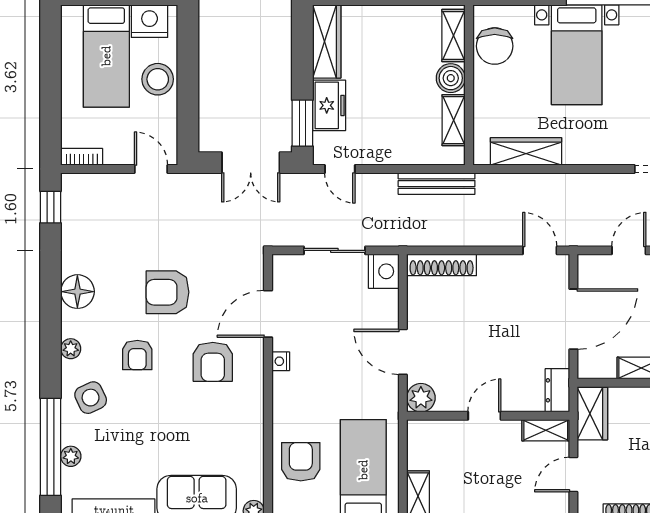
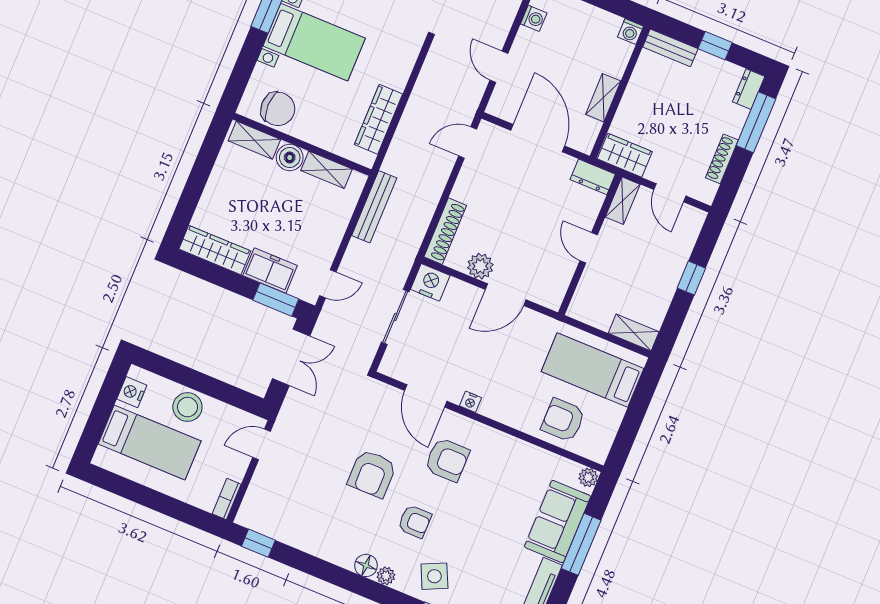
nightstand: (150, 21) -> (132, 392), width x0.74, depth x0.75
floor lamp: (77, 292) -> (366, 565), moved, width x0.73, depth x0.73
plant: (421, 398) -> (480, 266), moved

